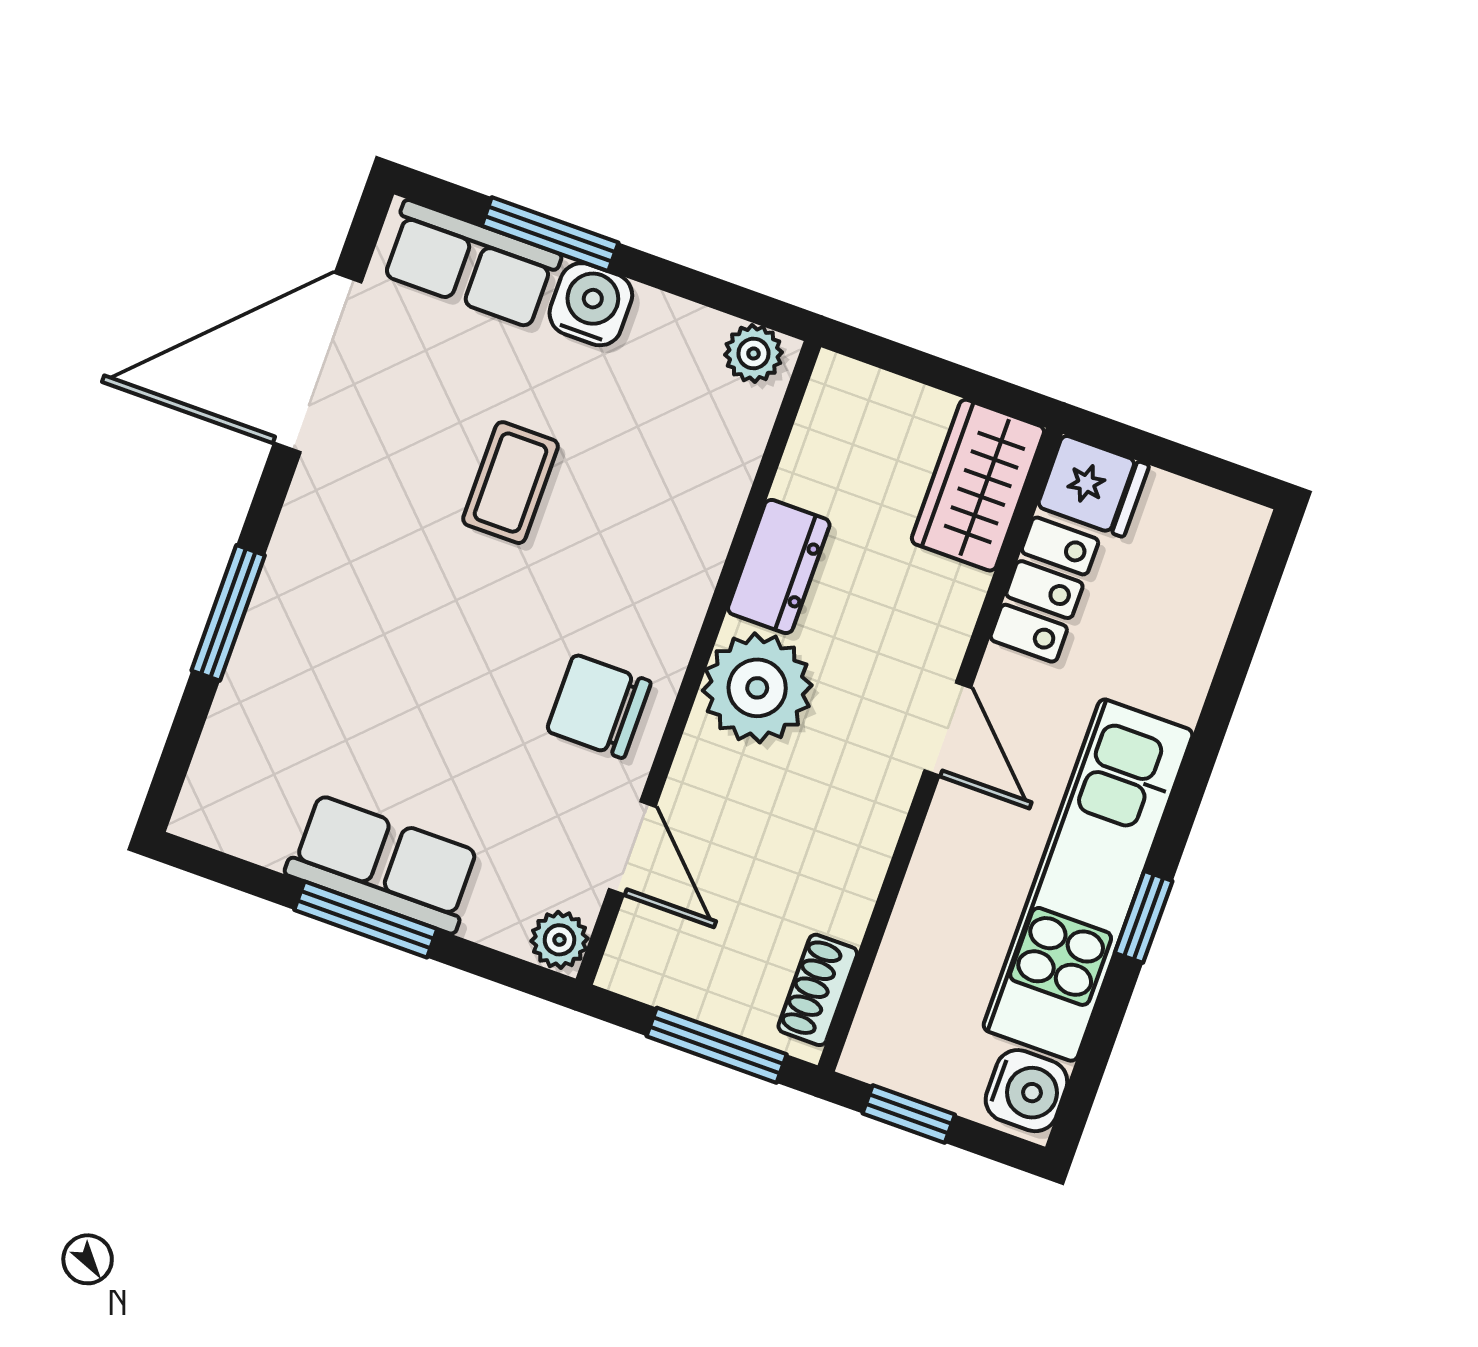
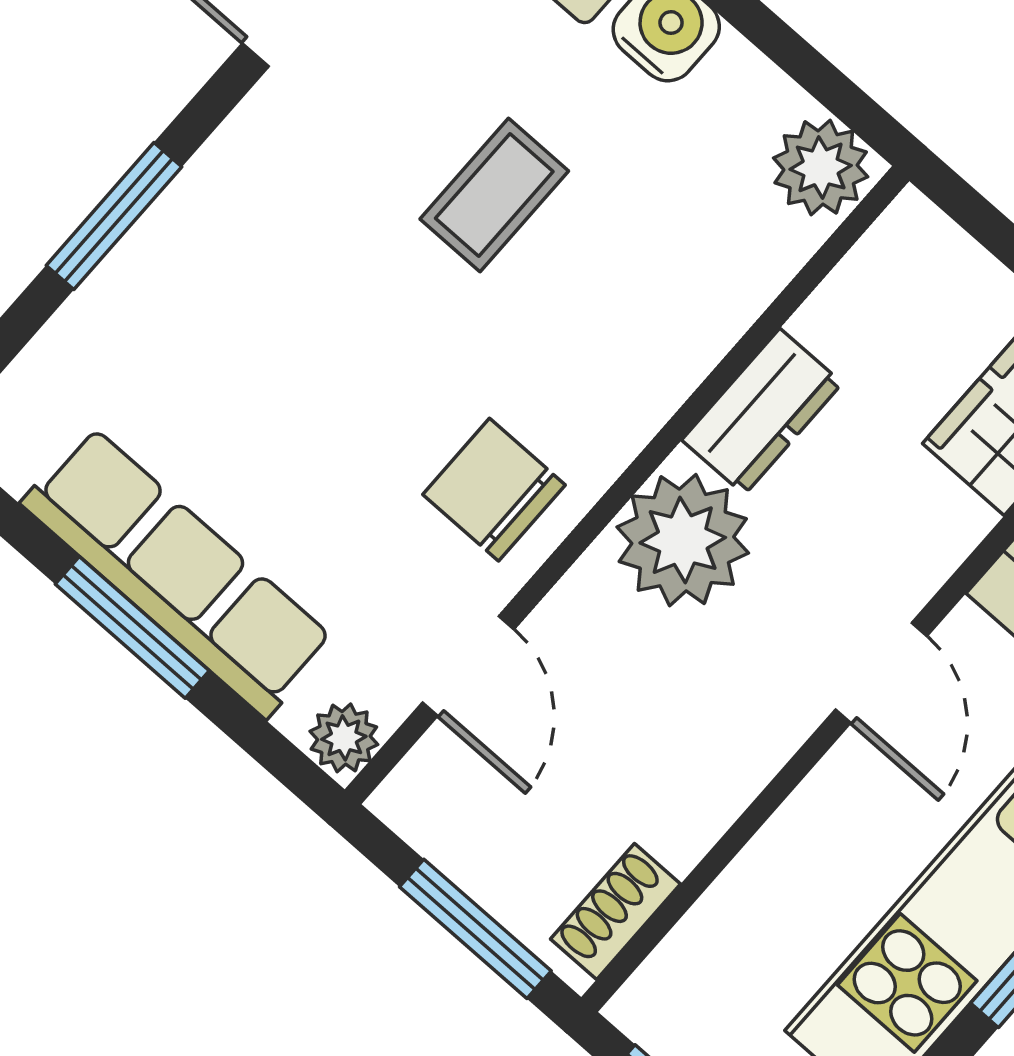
plant: (753, 354) -> (821, 167), width x1.38, depth x1.38
row of seats: (383, 864) -> (178, 572), width x1.48

